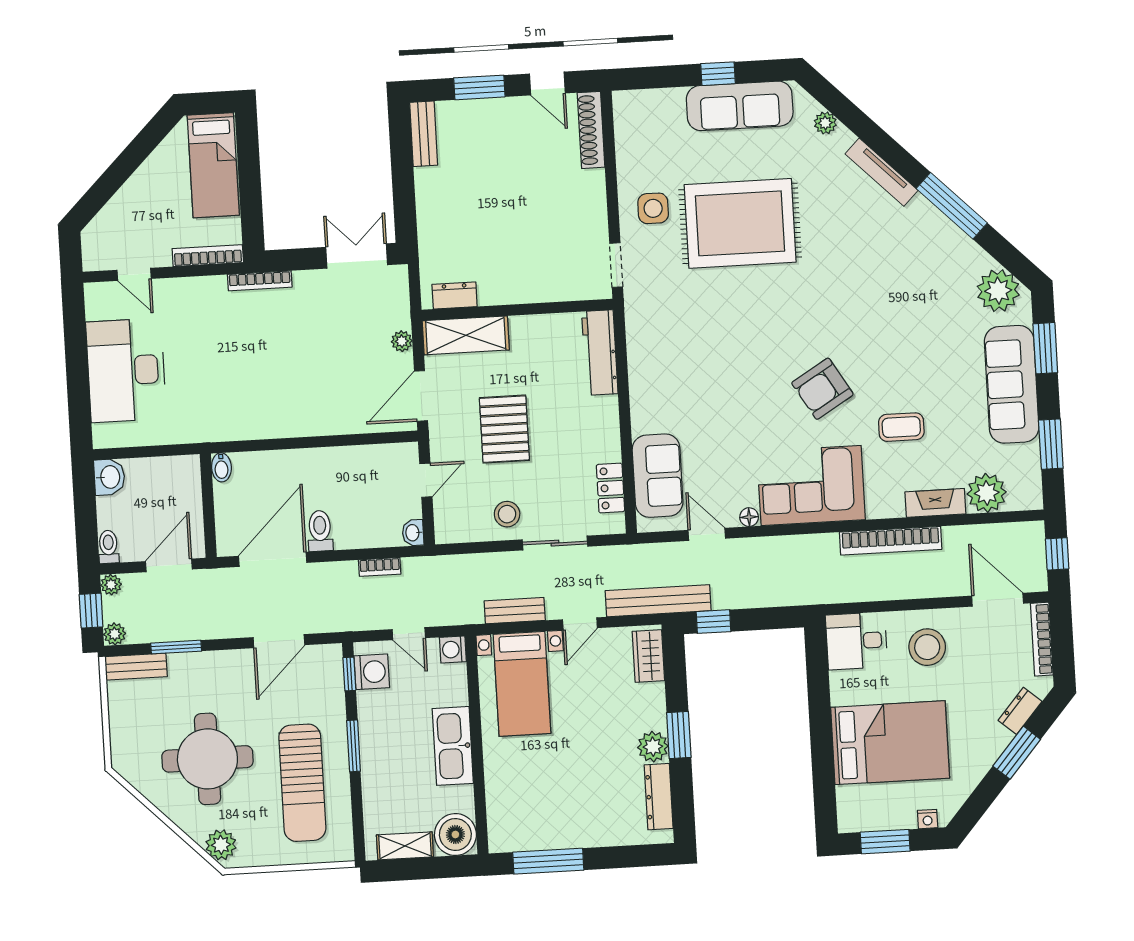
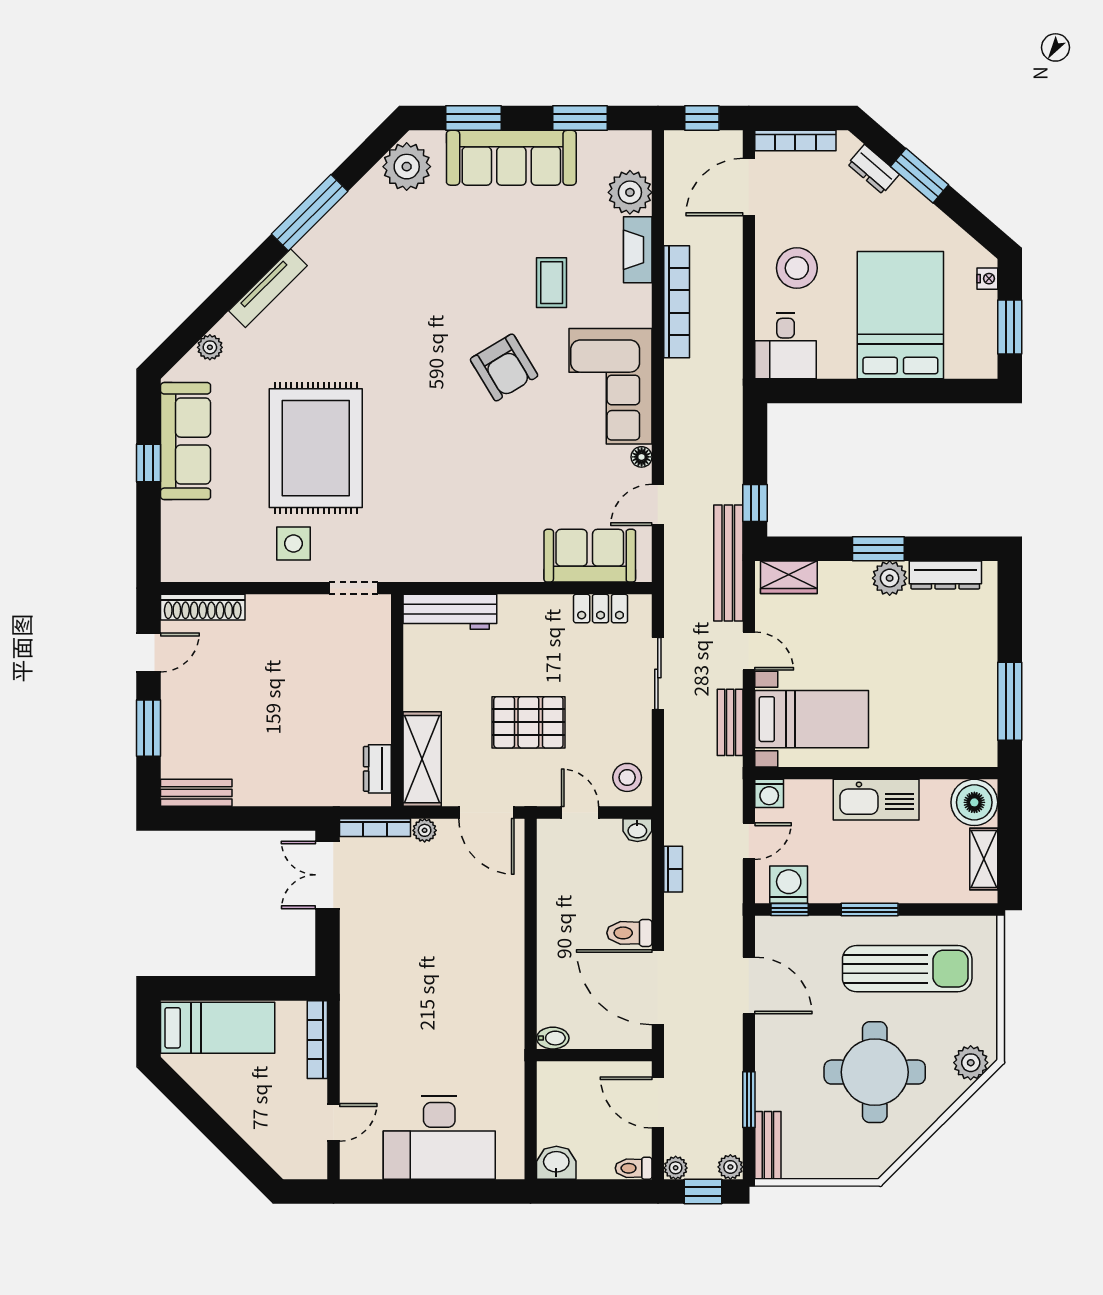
bookcase: (260, 281) -> (375, 828), moved, turned 90
stool: (507, 514) -> (627, 777), moved

